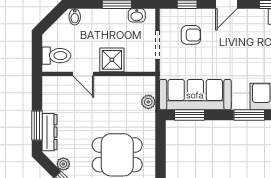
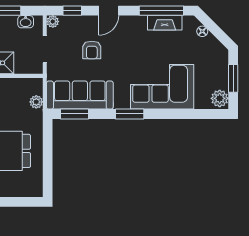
plant: (166, 15) -> (53, 22), added
armchair: (191, 35) -> (92, 50), moved, turned 90

